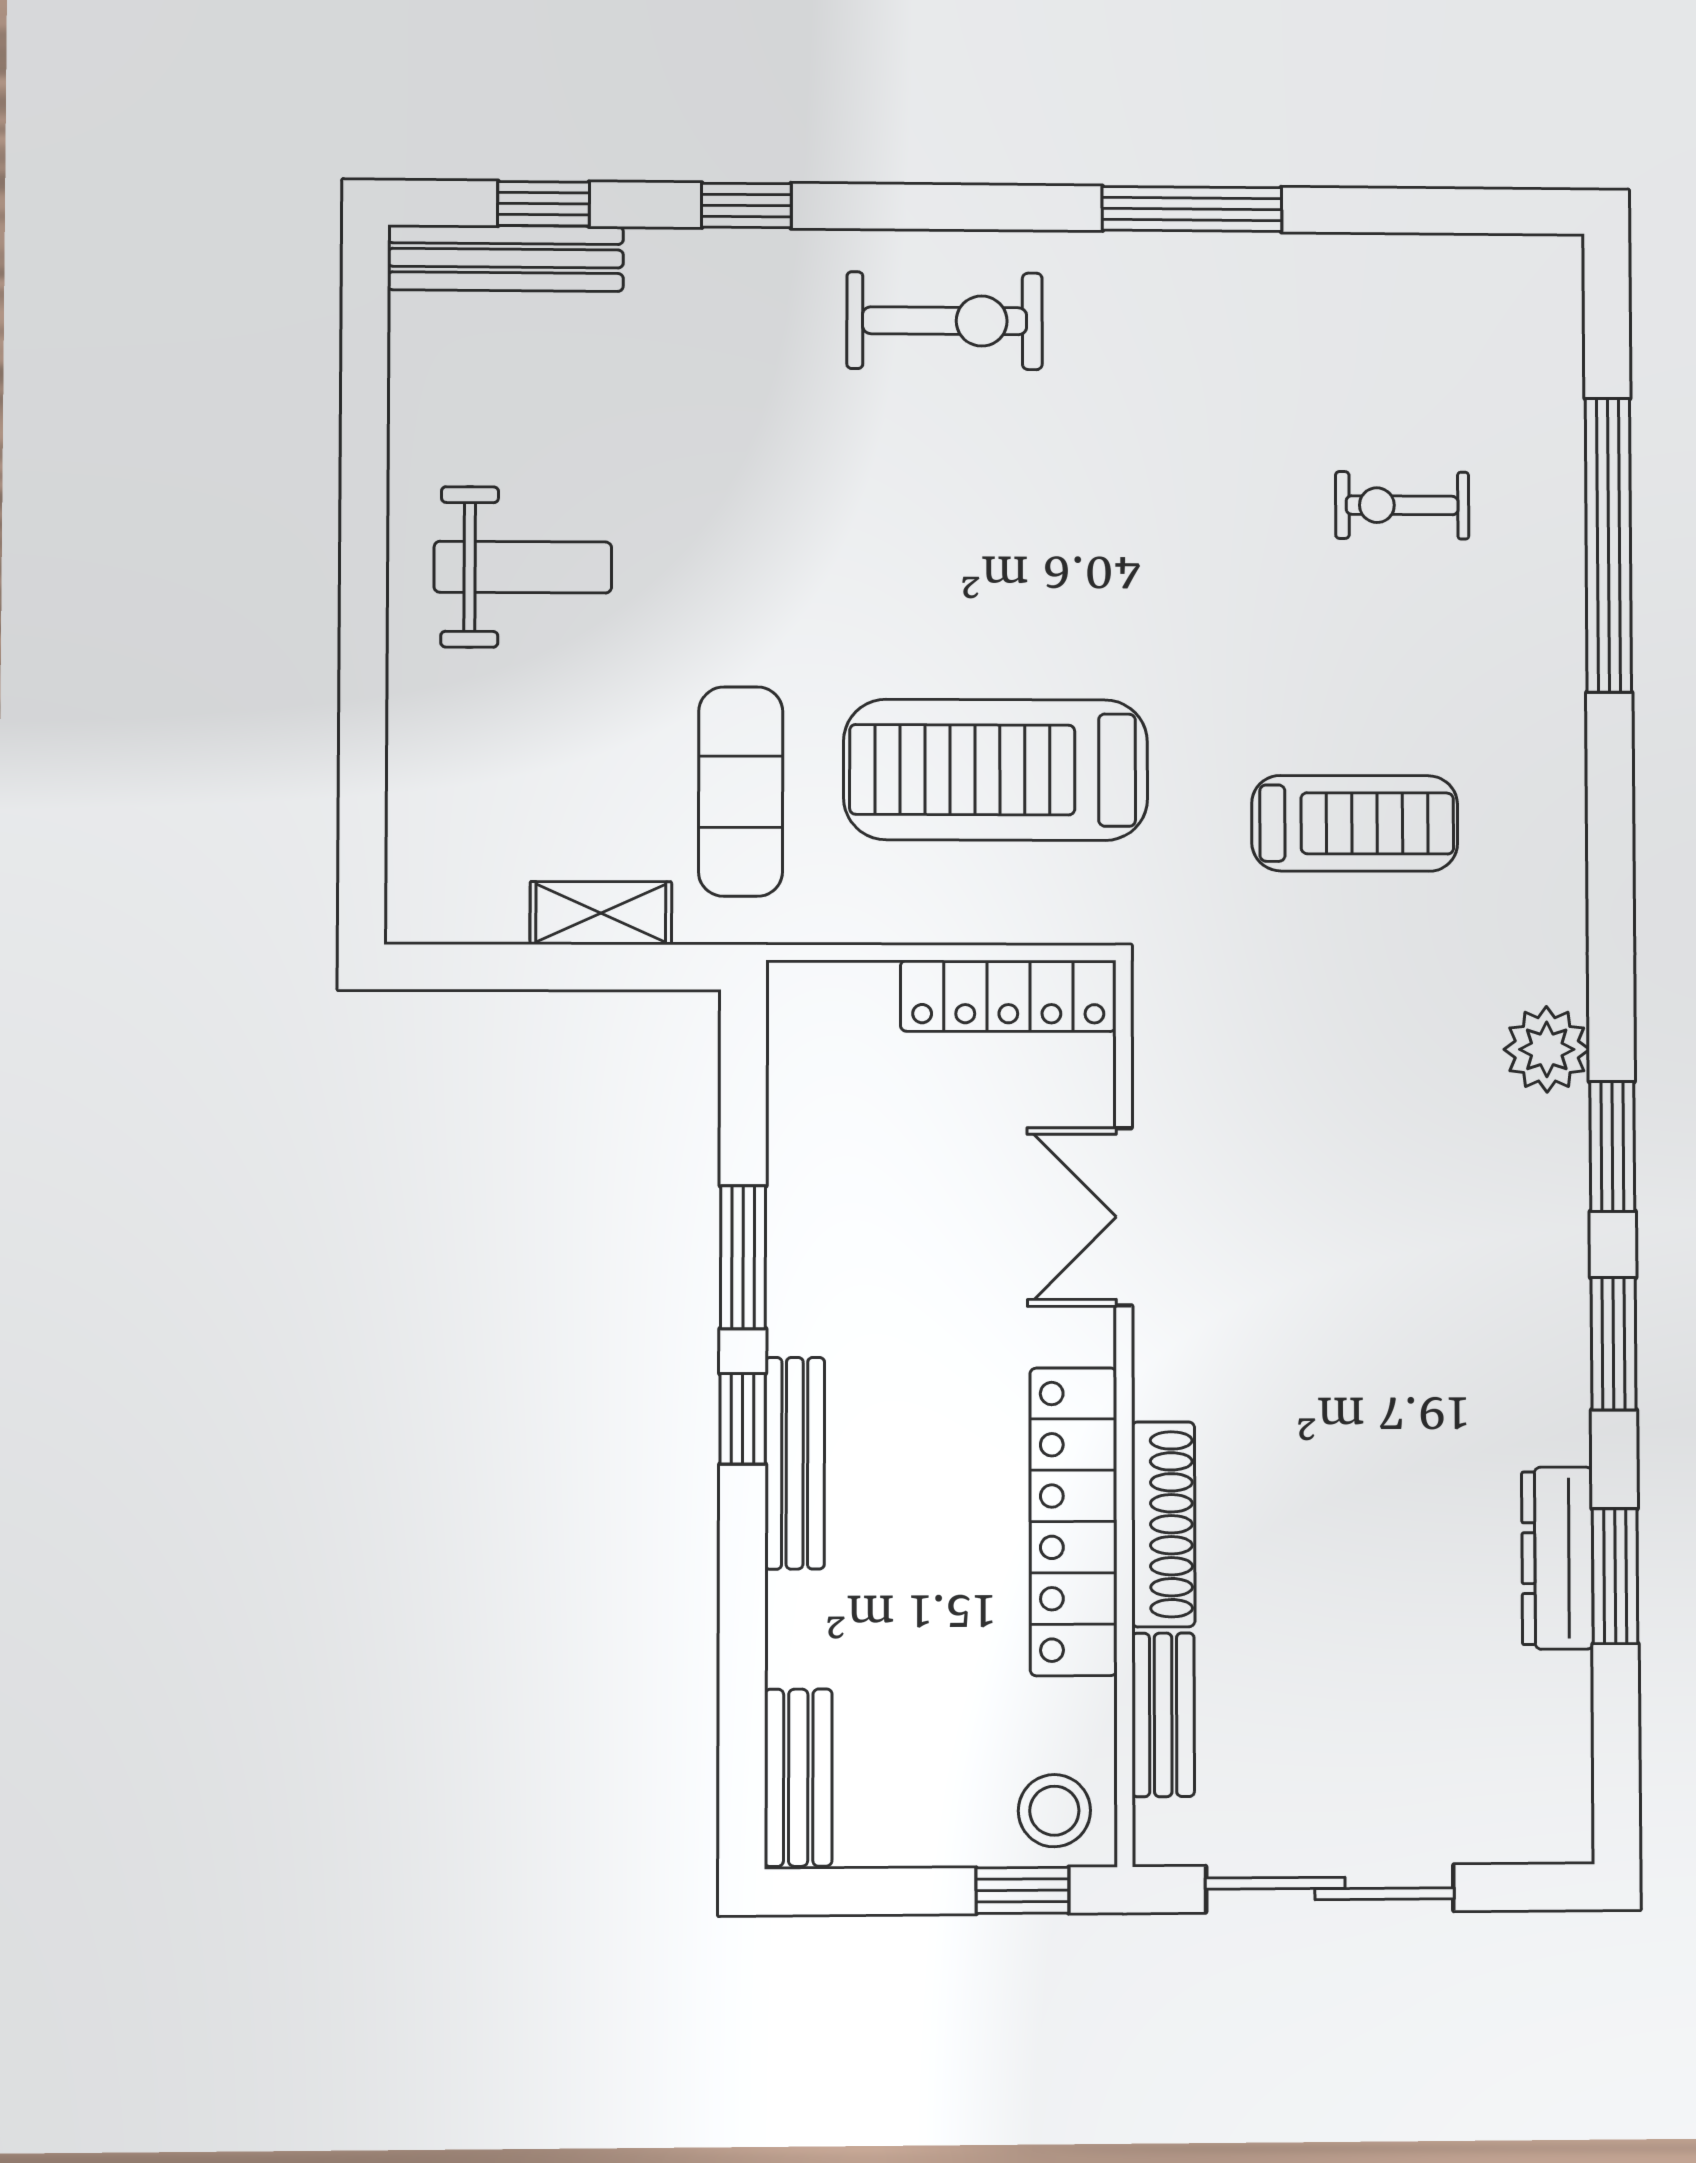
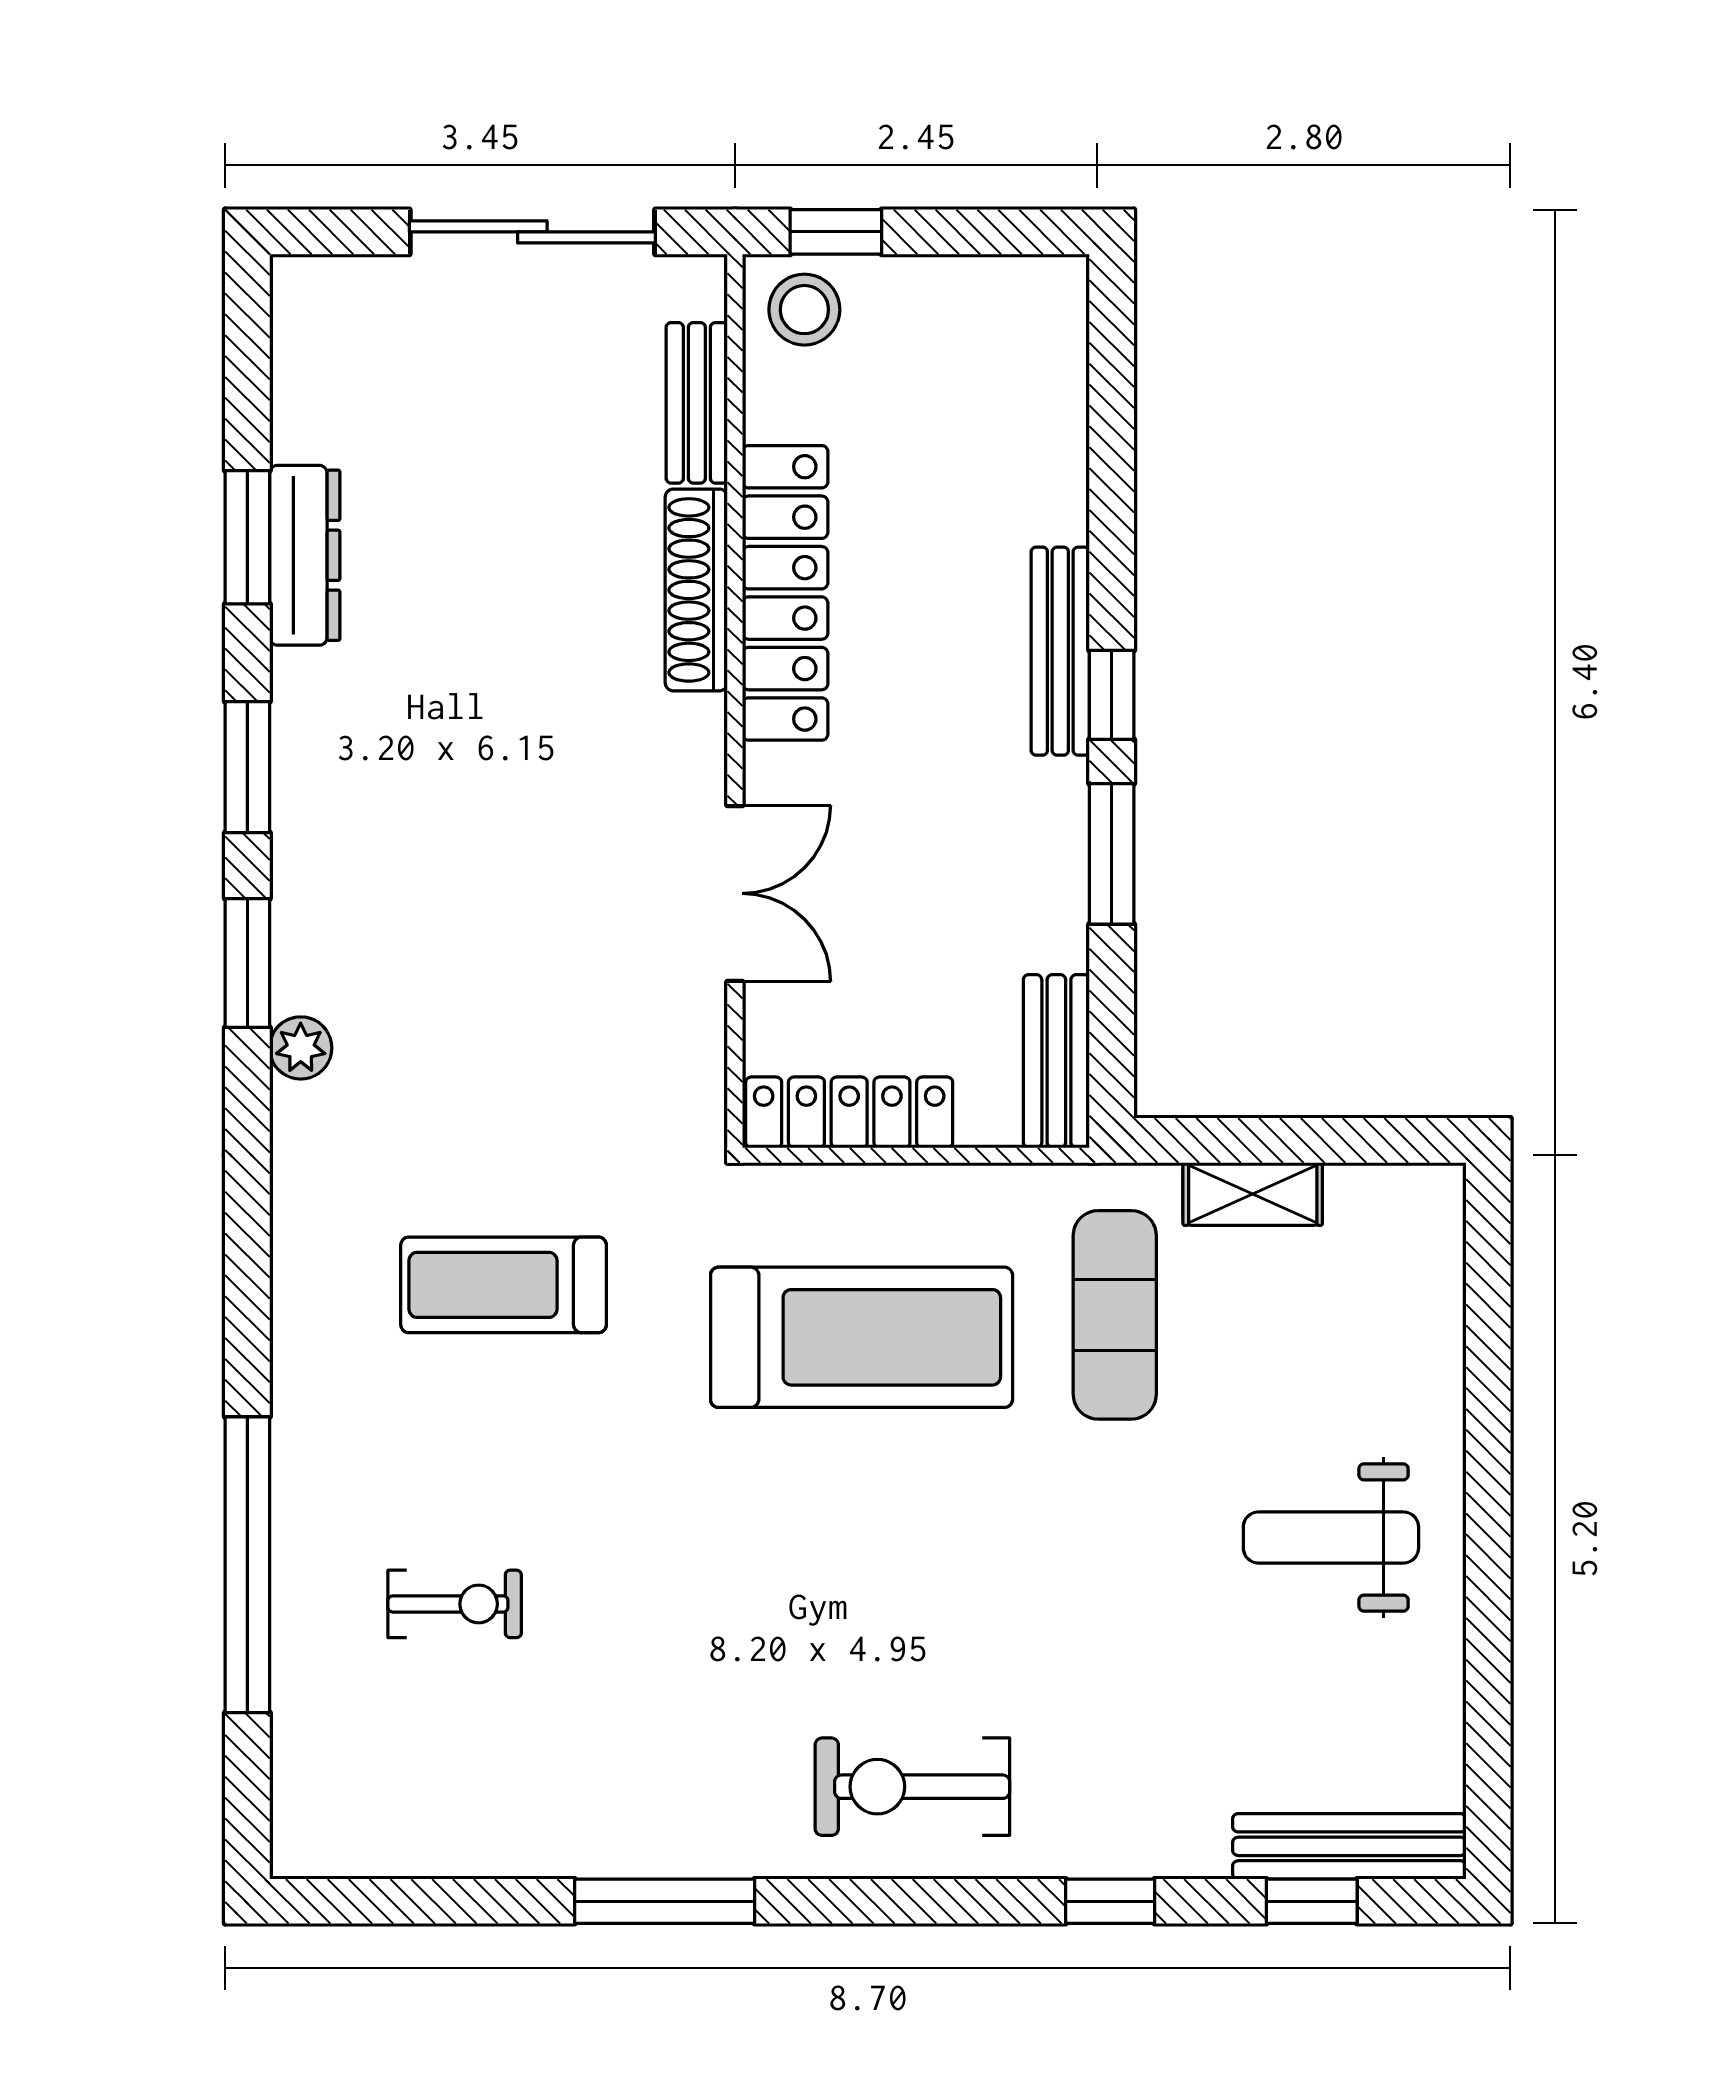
plant: (1547, 1049) -> (301, 1048), width x0.73, depth x0.73
bench: (798, 1778) -> (1056, 1061), moved

